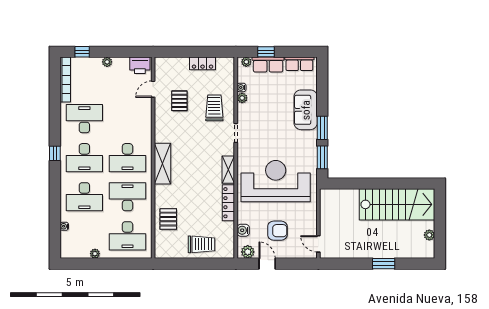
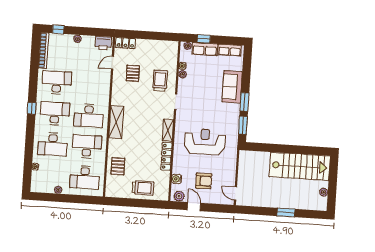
locker: (203, 63) -> (125, 43), moved
desk: (84, 158) -> (55, 113), turned 180
reception desk: (276, 181) -> (205, 142), width x0.74, depth x0.77

